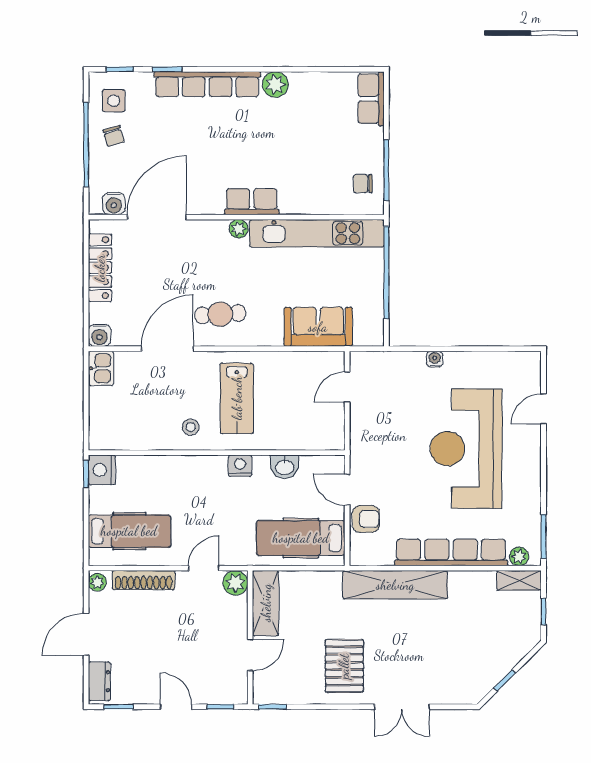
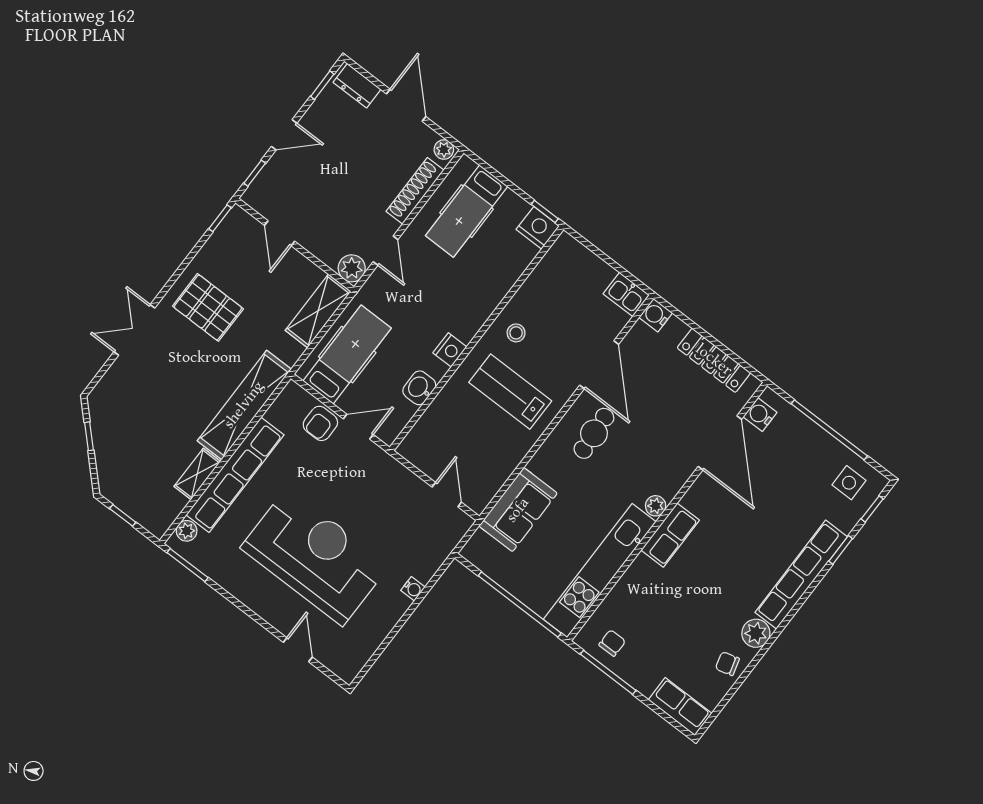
chair: (114, 136) -> (727, 664), moved
shelving: (519, 580) -> (197, 474), moved
shelving: (266, 603) -> (318, 311), moved, turned 90

